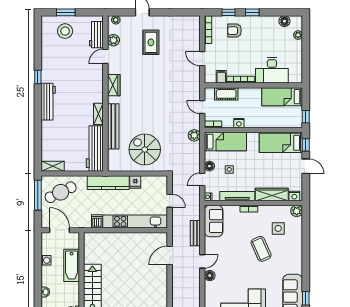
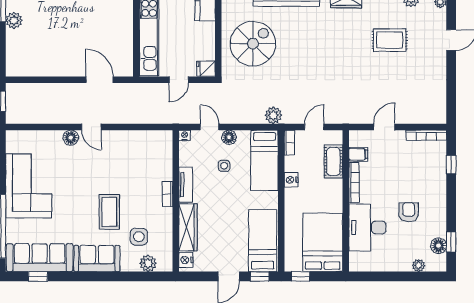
window: (252, 12) -> (451, 242), moved
armchair: (235, 31) -> (409, 212), moved
rug: (151, 42) -> (390, 40), moved
bed: (282, 97) -> (323, 242), width x1.50
fridge: (135, 182) -> (206, 68), moved
tv unit: (237, 196) -> (186, 185), width x0.71
plant: (297, 211) -> (148, 263), moved
sofa: (214, 221) -> (97, 258), moved, turned 180
bench: (195, 233) -> (132, 117), removed
coffee table: (261, 249) -> (109, 212), turned -66

